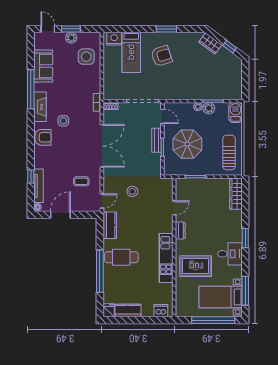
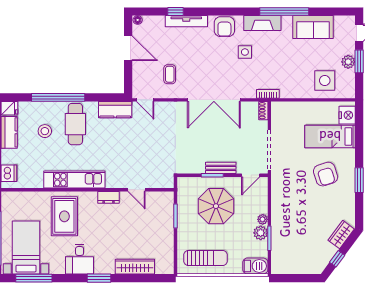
tv unit: (39, 186) -> (186, 21), moved
stool: (132, 191) -> (45, 131), moved
wardrobe: (236, 194) -> (135, 267), moved

